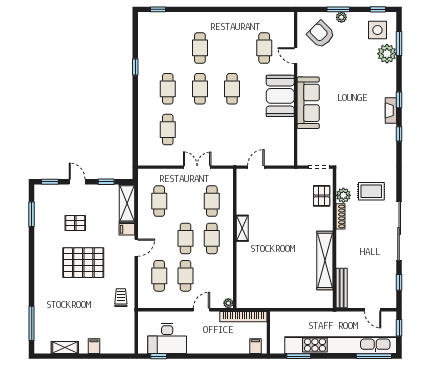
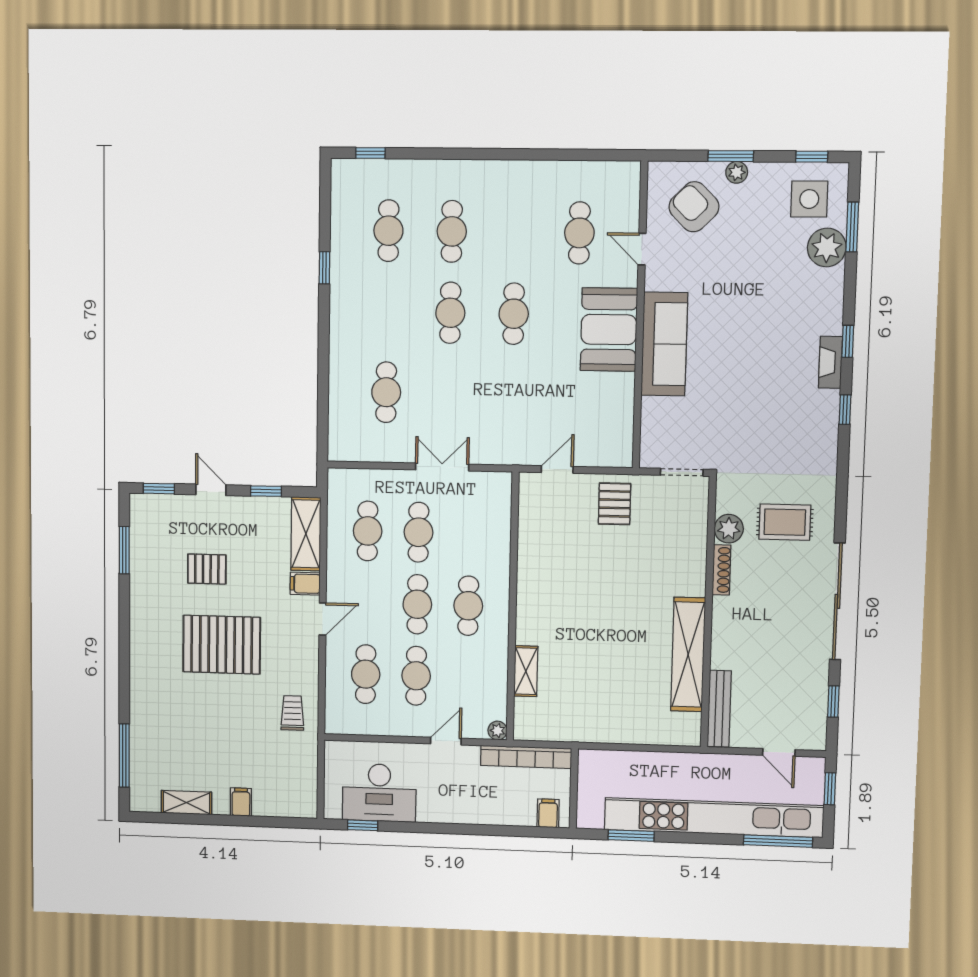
cafe table: (168, 89) -> (388, 231), moved
pallet: (322, 196) -> (615, 504), moved
cafe table: (212, 201) -> (418, 532), moved
shelving: (242, 228) -> (526, 671), moved

